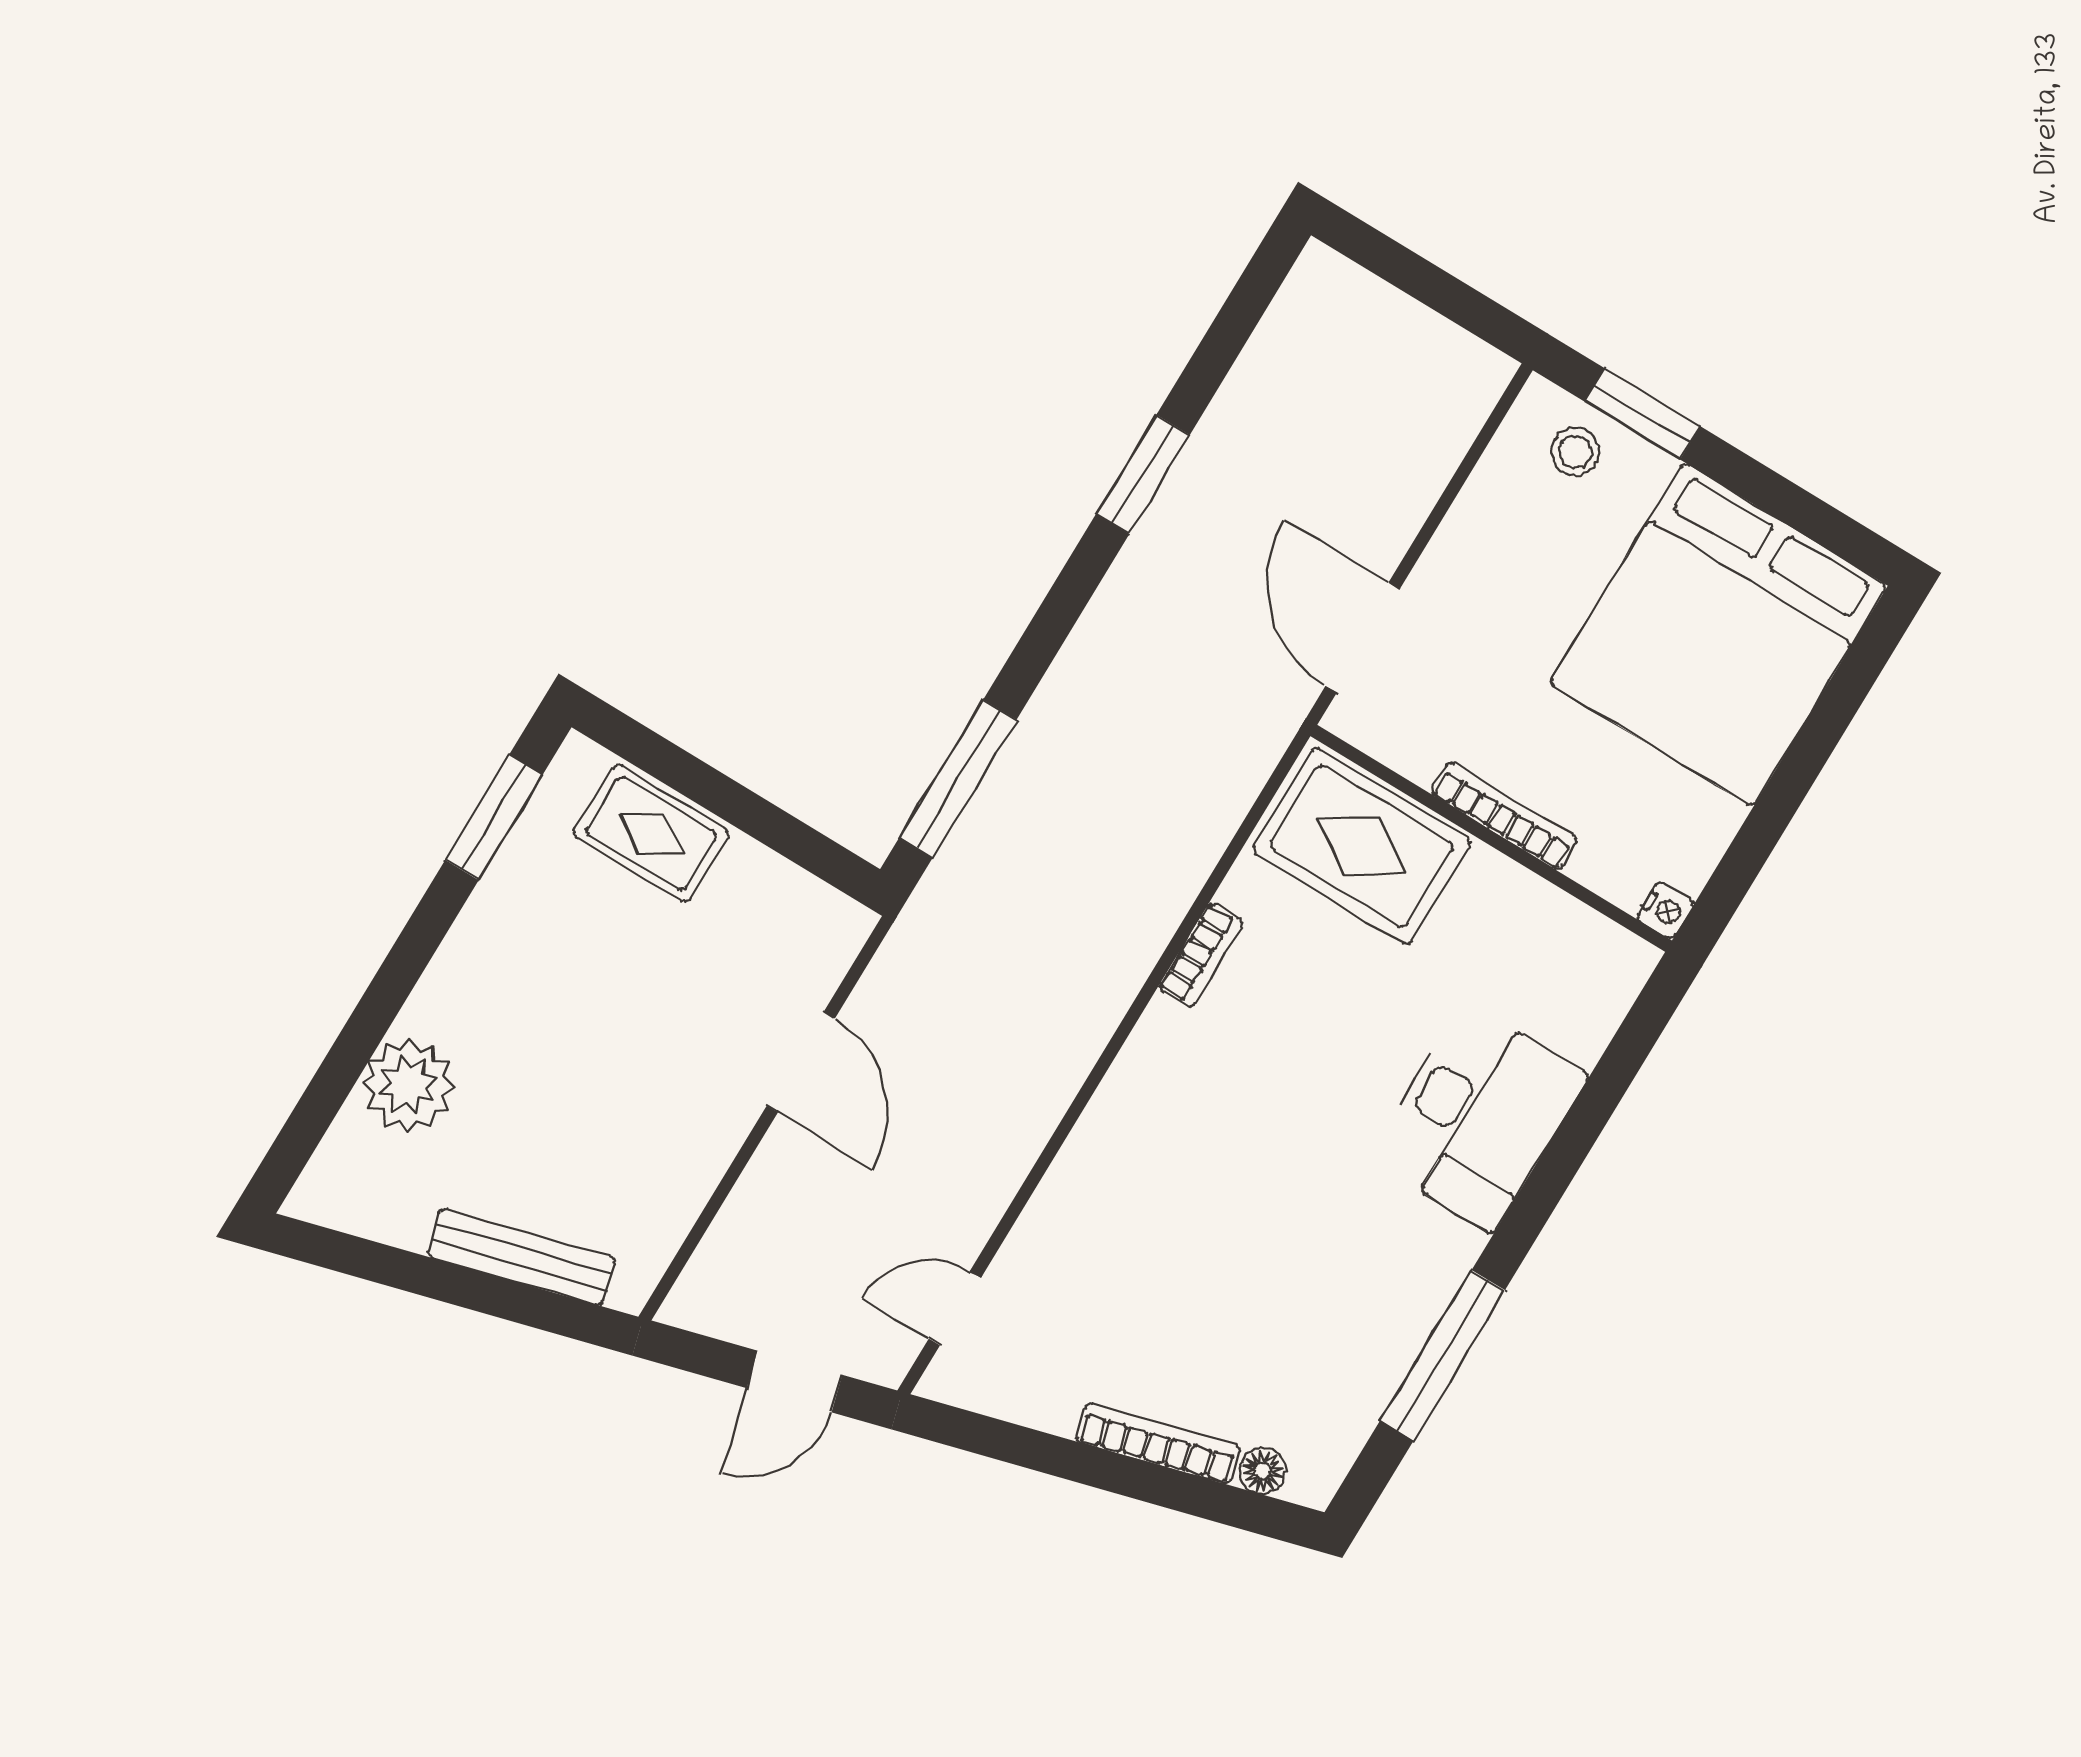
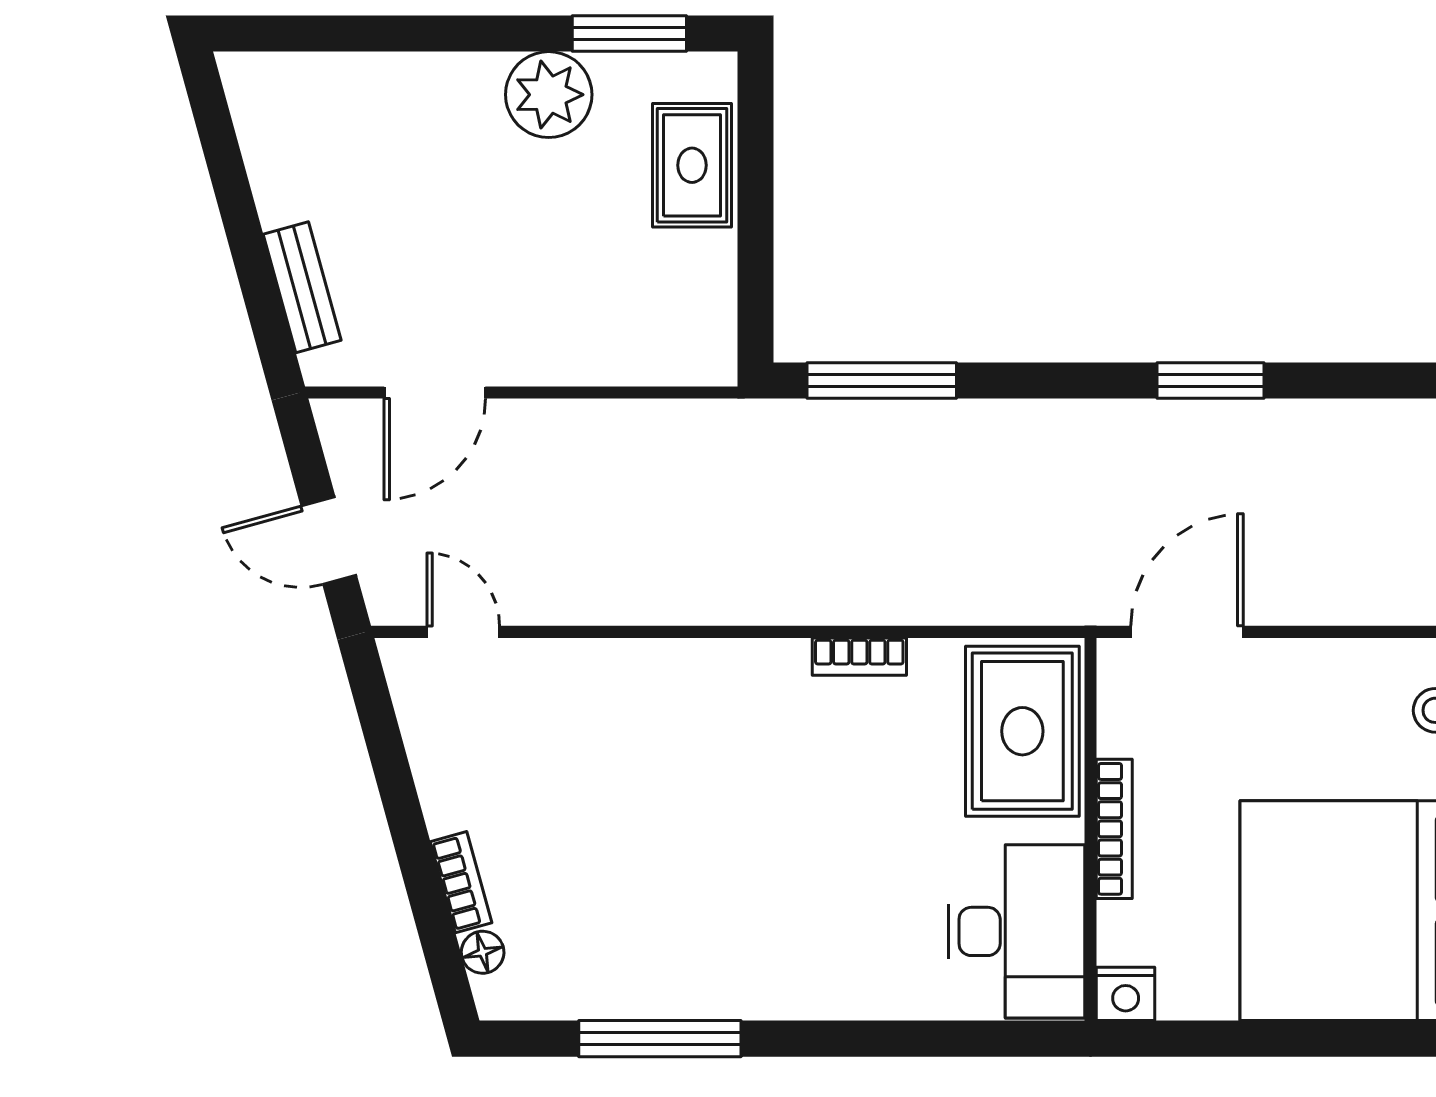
nightstand: (1665, 910) -> (1126, 994), width x1.39, depth x1.35
door: (801, 1062) -> (435, 393), moved
plant: (408, 1086) -> (549, 95), moved
desk: (1478, 1117) -> (1016, 931), moved, turned -90
bench: (521, 1257) -> (302, 287), width x0.73
bookcase: (1158, 1443) -> (461, 882), width x0.64

